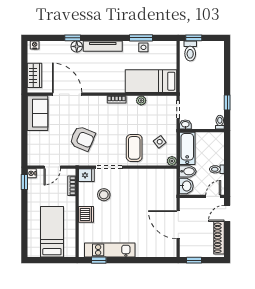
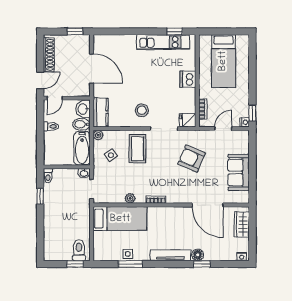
sofa: (37, 113) -> (239, 172), moved
kitchen counter: (170, 183) -> (101, 112), added
stool: (104, 195) -> (142, 110), moved

